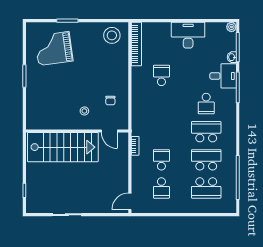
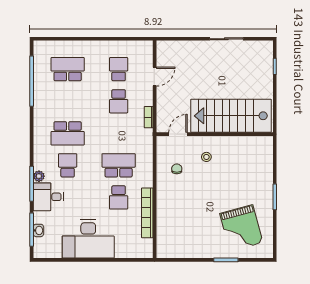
plant: (231, 27) -> (39, 176), moved
stool: (112, 35) -> (175, 243), removed
desk: (188, 35) -> (88, 239), width x1.36, depth x1.30
bookcase: (136, 44) -> (147, 213), moved
grand piano: (54, 49) -> (241, 228), turned 83
washbasin: (232, 57) -> (38, 230), moved
door: (109, 131) -> (178, 134), hinge flipped
school desk: (206, 160) -> (119, 165), moved, turned 180
door: (130, 201) -> (155, 77), moved

